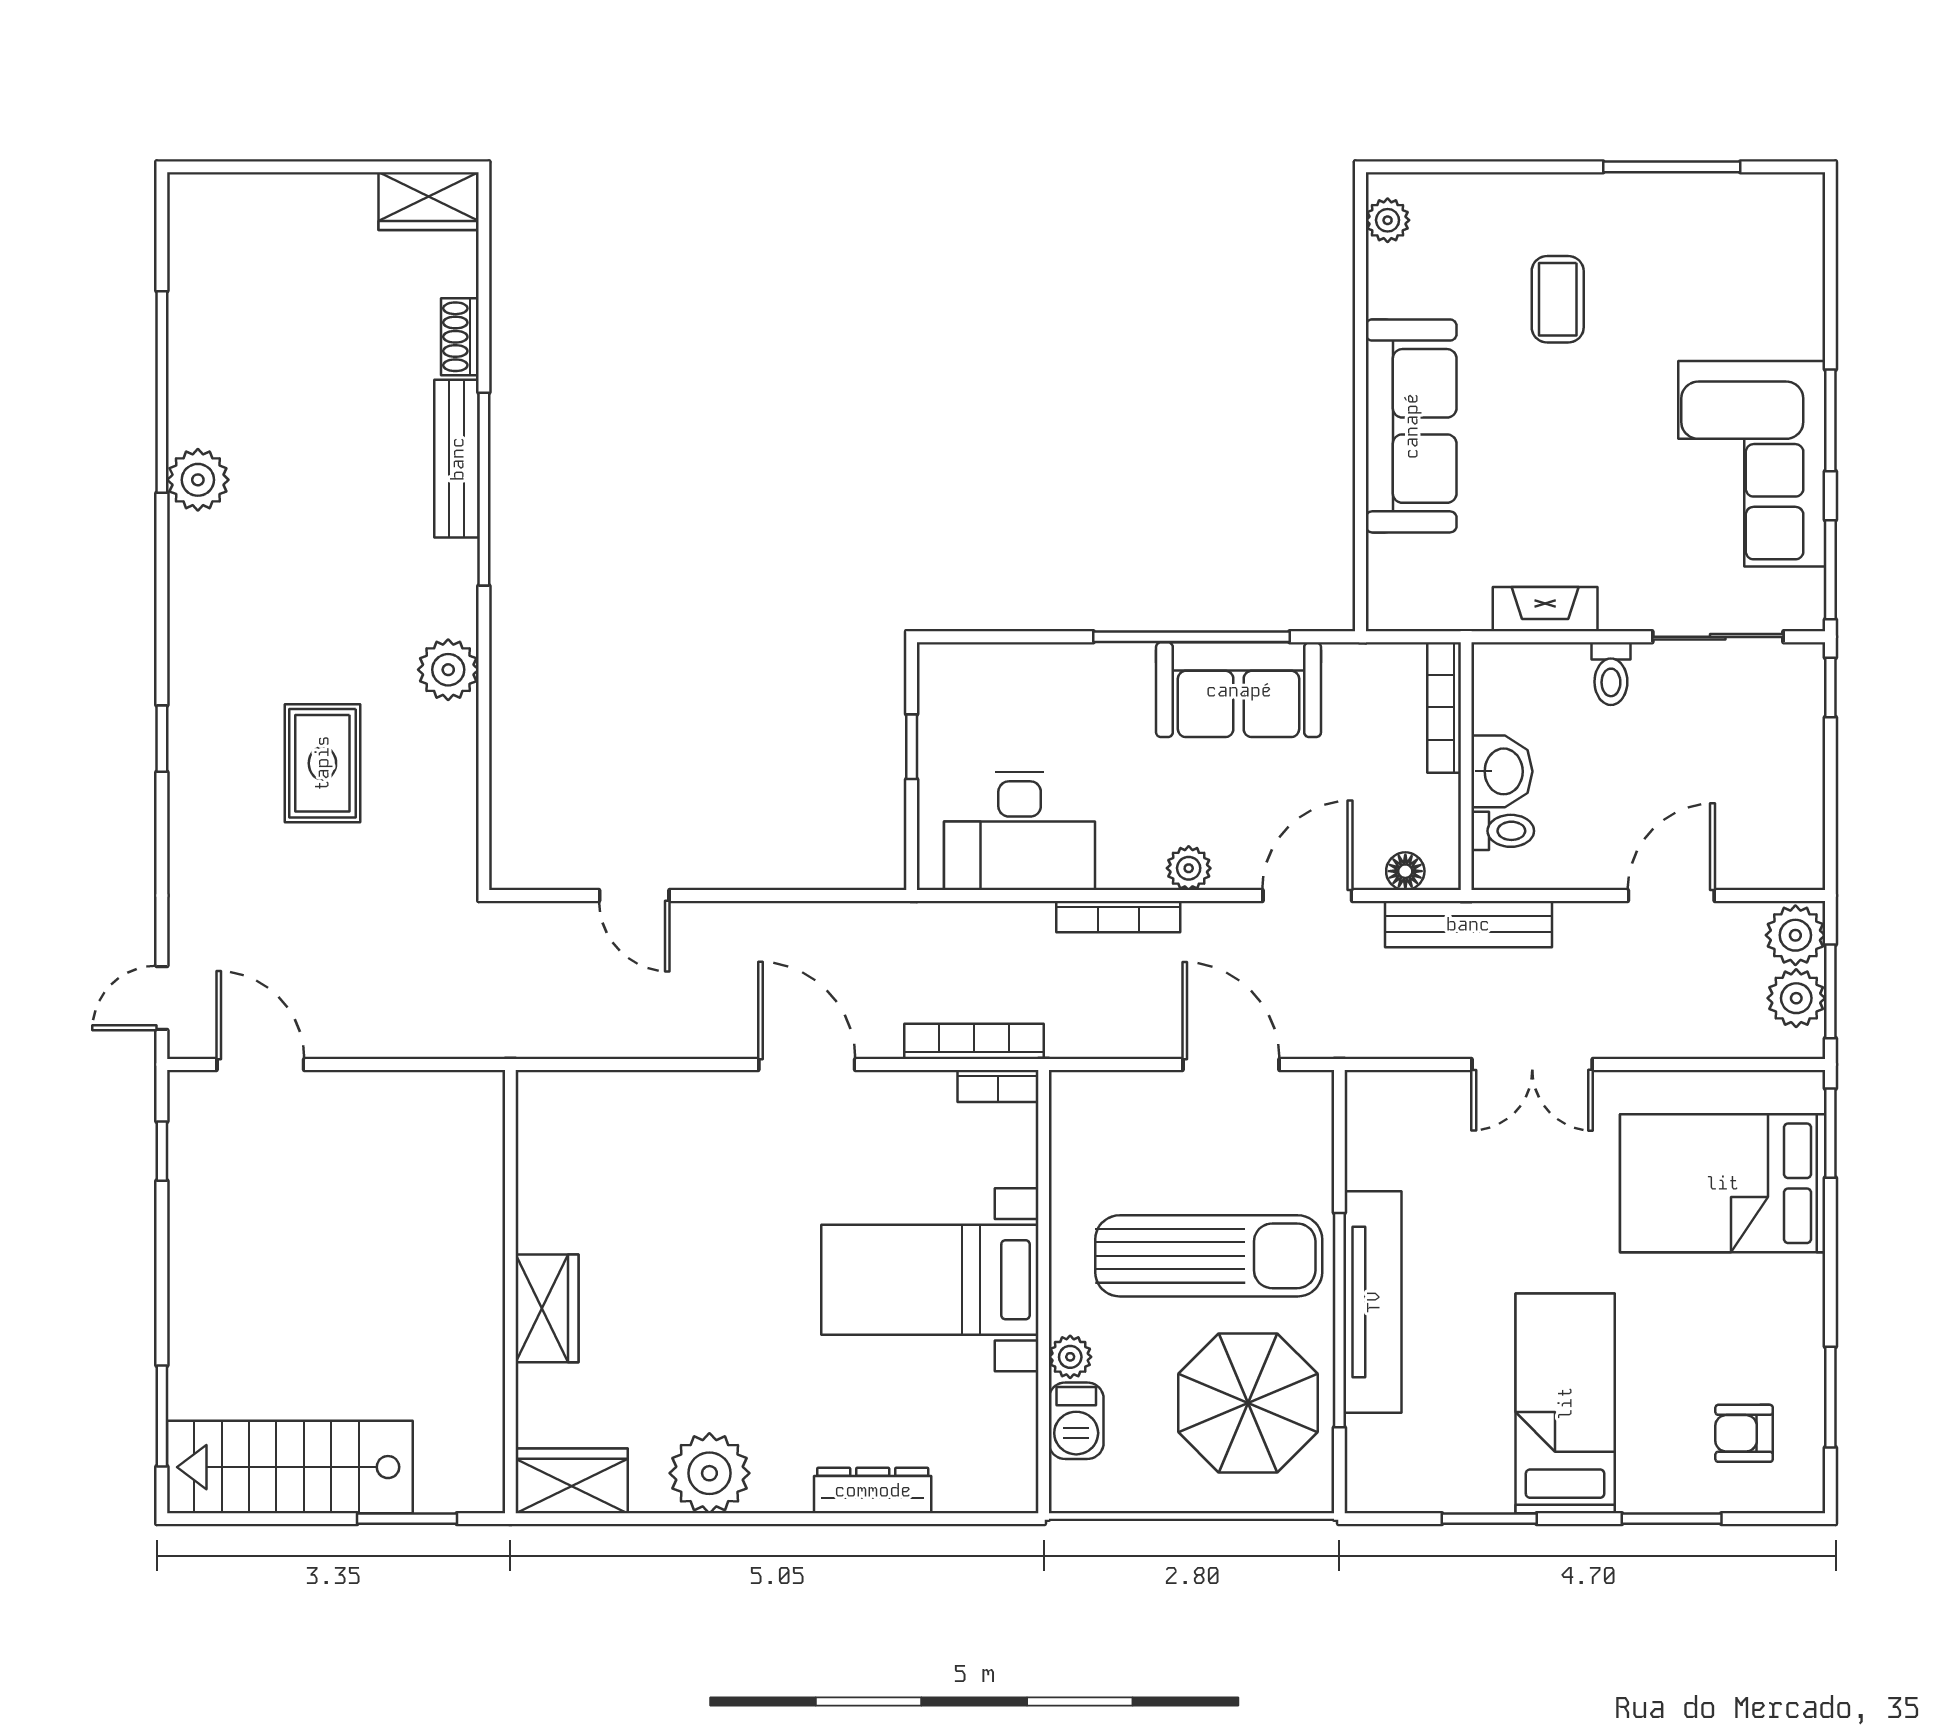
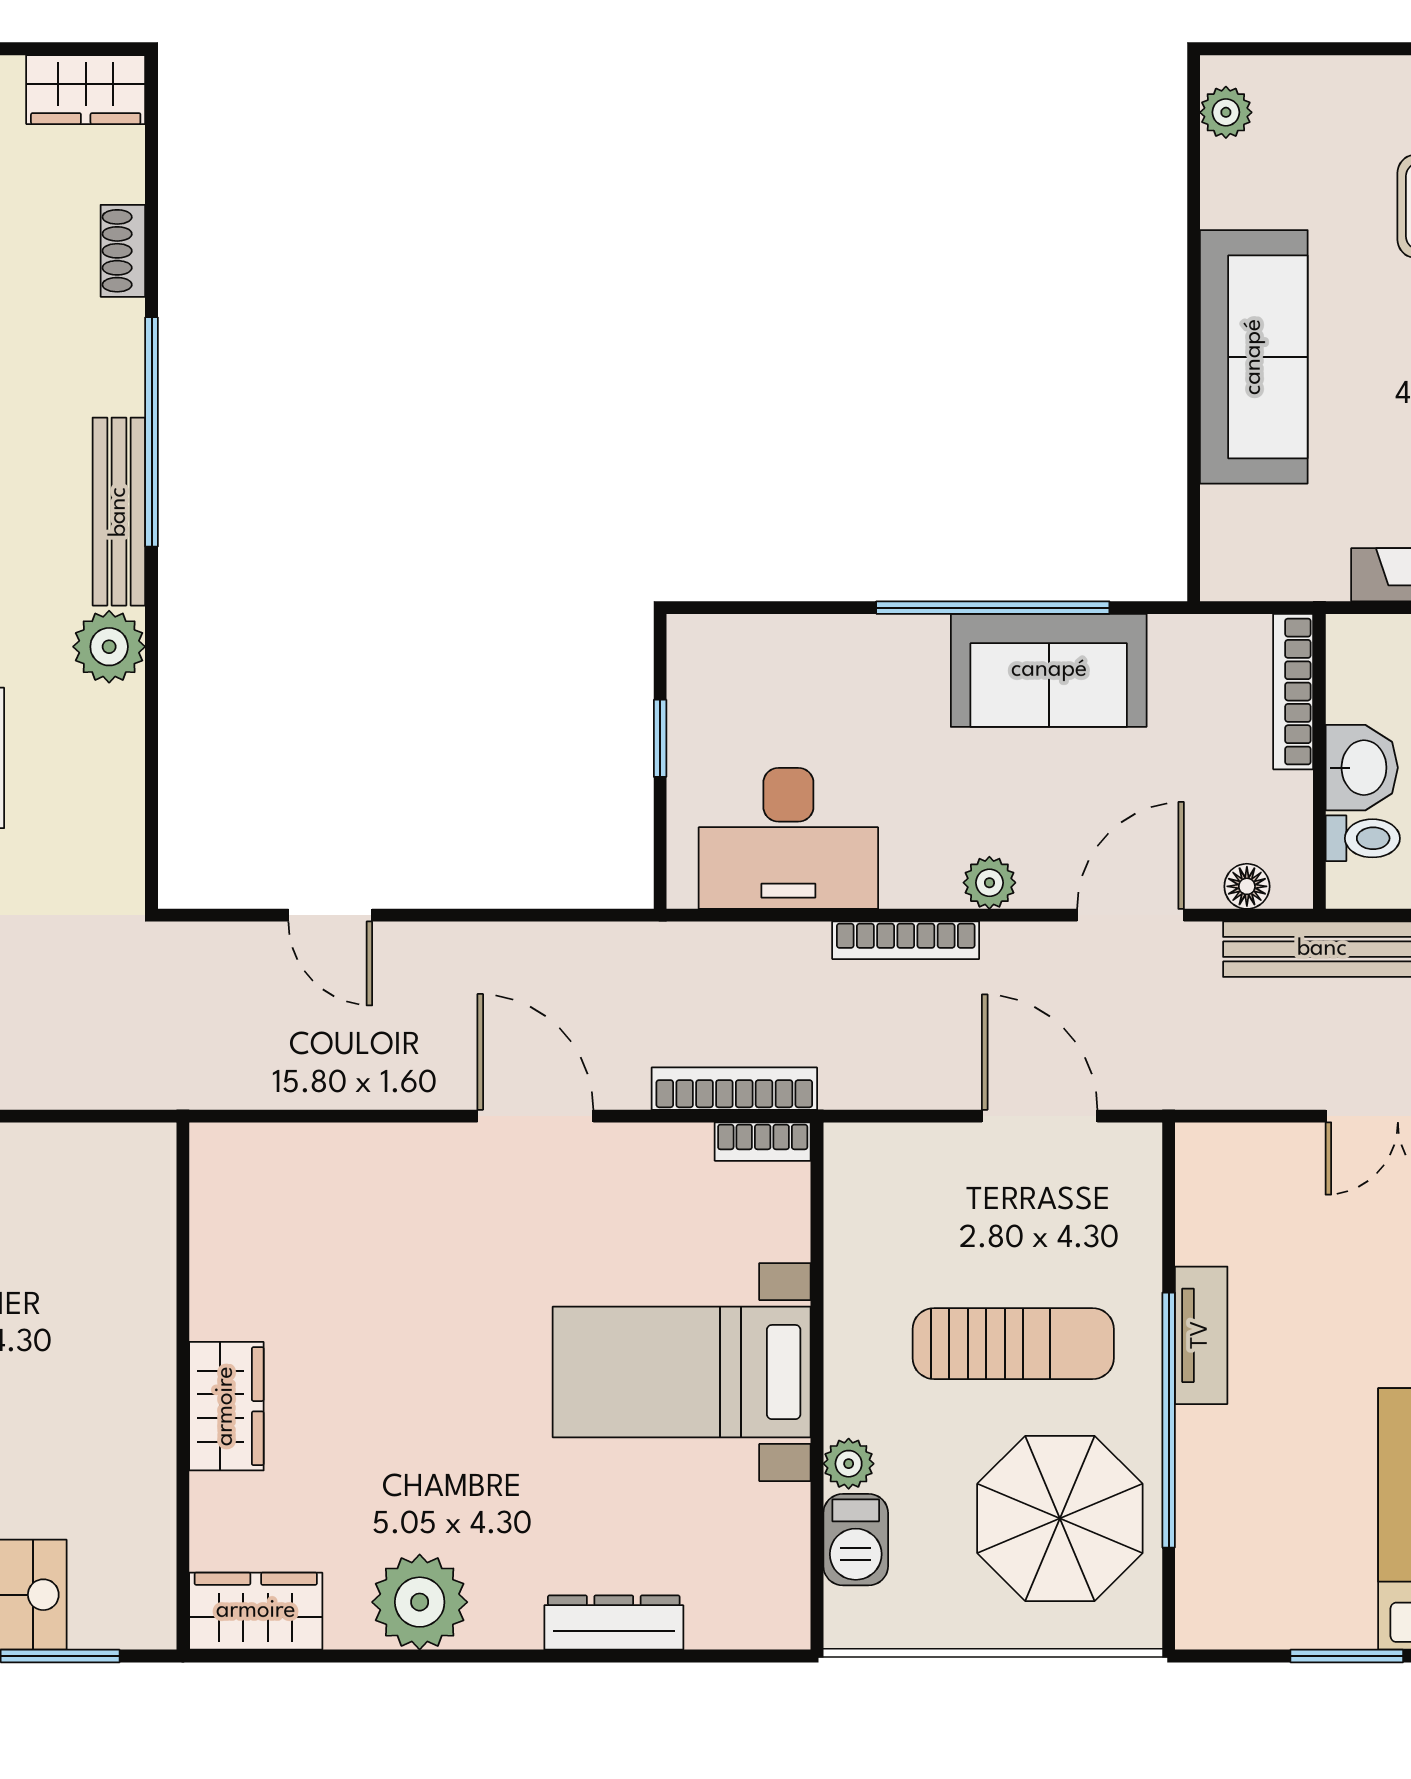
bench: (457, 459) -> (119, 512), moved
sun lounger: (1209, 1256) -> (1013, 1344), width x0.73, depth x0.75
tv unit: (1373, 1302) -> (1201, 1335), width x0.52, depth x0.78

